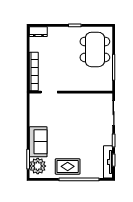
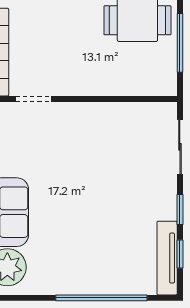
rug: (68, 166) -> (75, 268), removed

